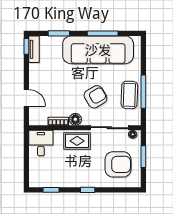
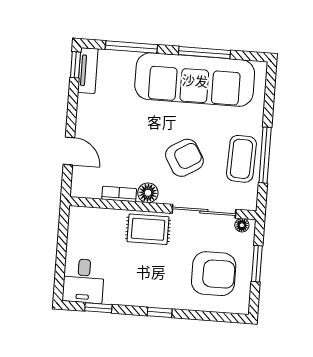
window: (59, 33) -> (131, 47), width x1.44
desk: (41, 143) -> (83, 281), moved, turned 180

